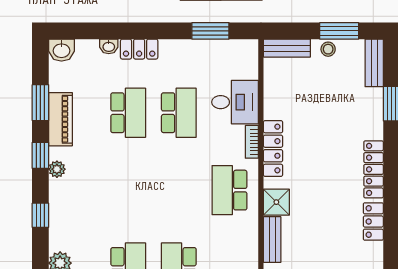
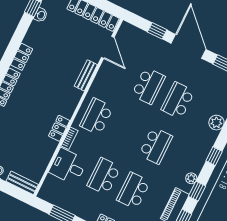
locker: (273, 148) -> (59, 128), width x0.66
school desk: (128, 190) -> (156, 146), added
school desk: (229, 190) -> (97, 116), turned 180
shower: (276, 202) -> (73, 96), removed

